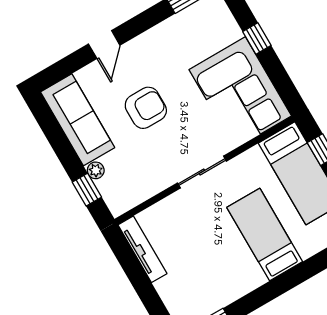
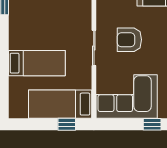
armchair: (146, 108) -> (129, 40), moved, turned 90

